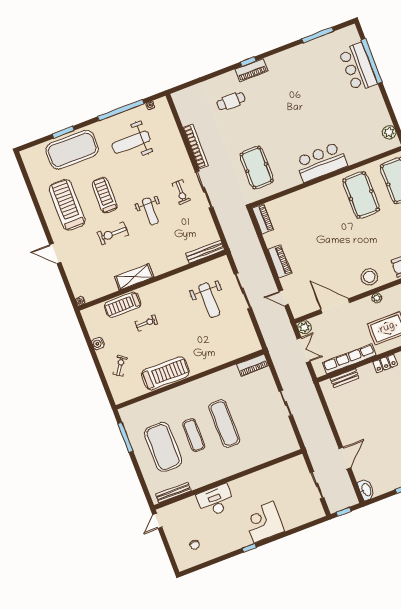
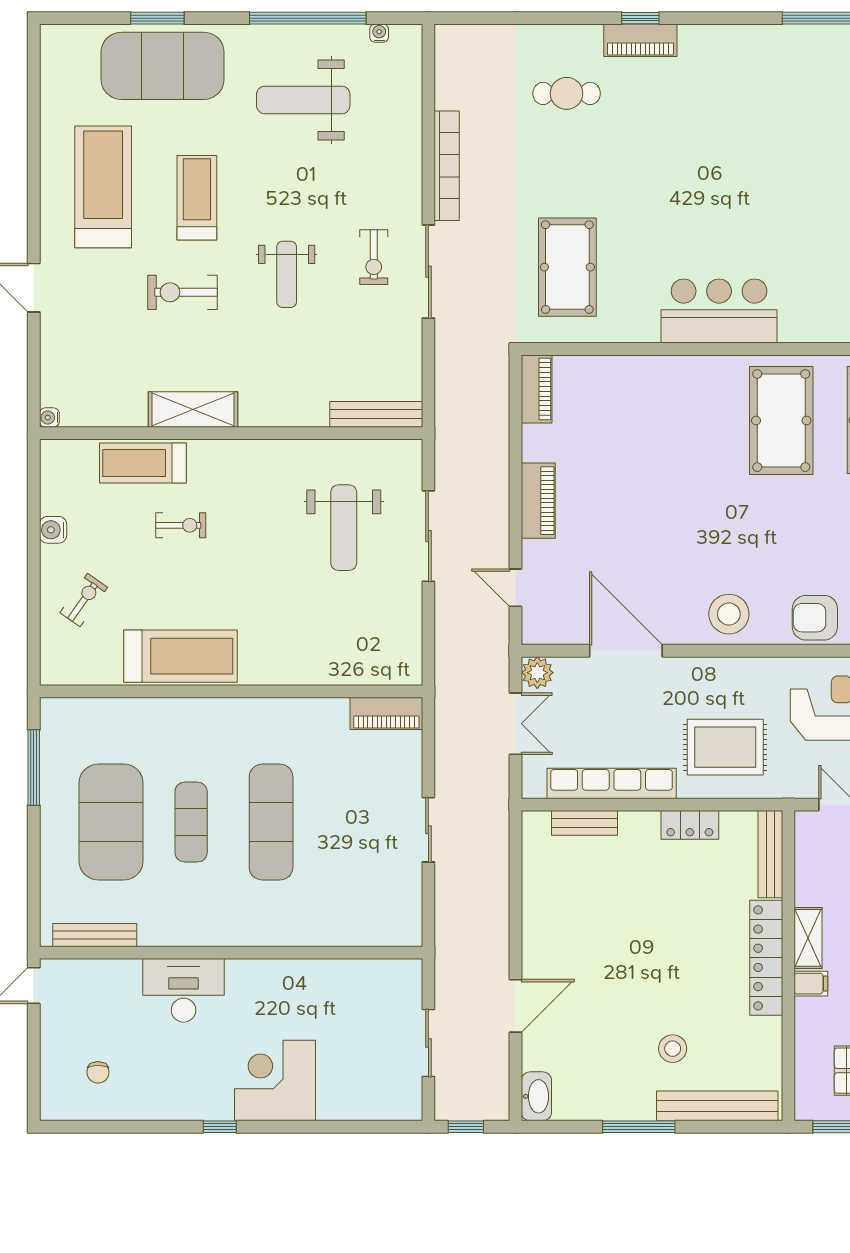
plant: (377, 298) -> (728, 669), removed

